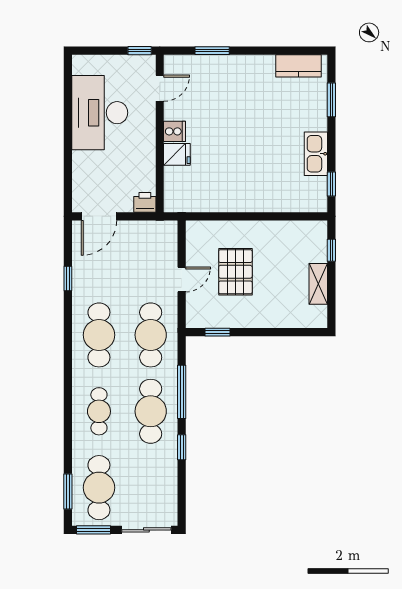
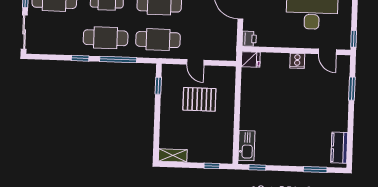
fridge: (177, 154) -> (251, 59), moved, turned -90
kitchen sink: (316, 154) -> (247, 146), moved, turned 90
shelving: (318, 284) -> (173, 155), moved

